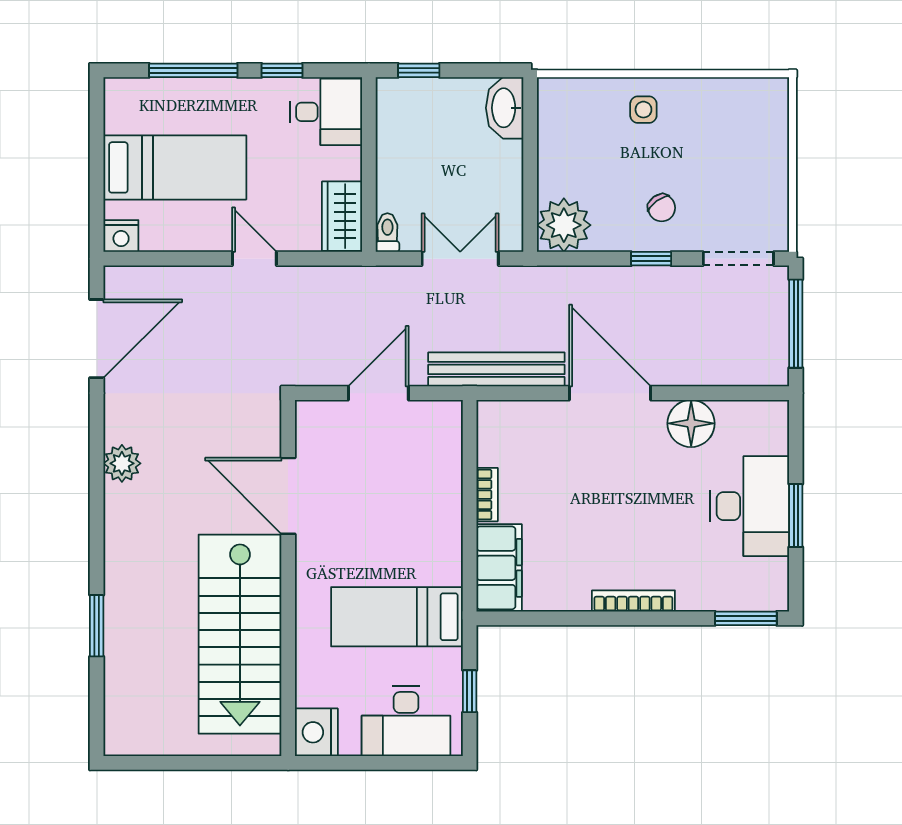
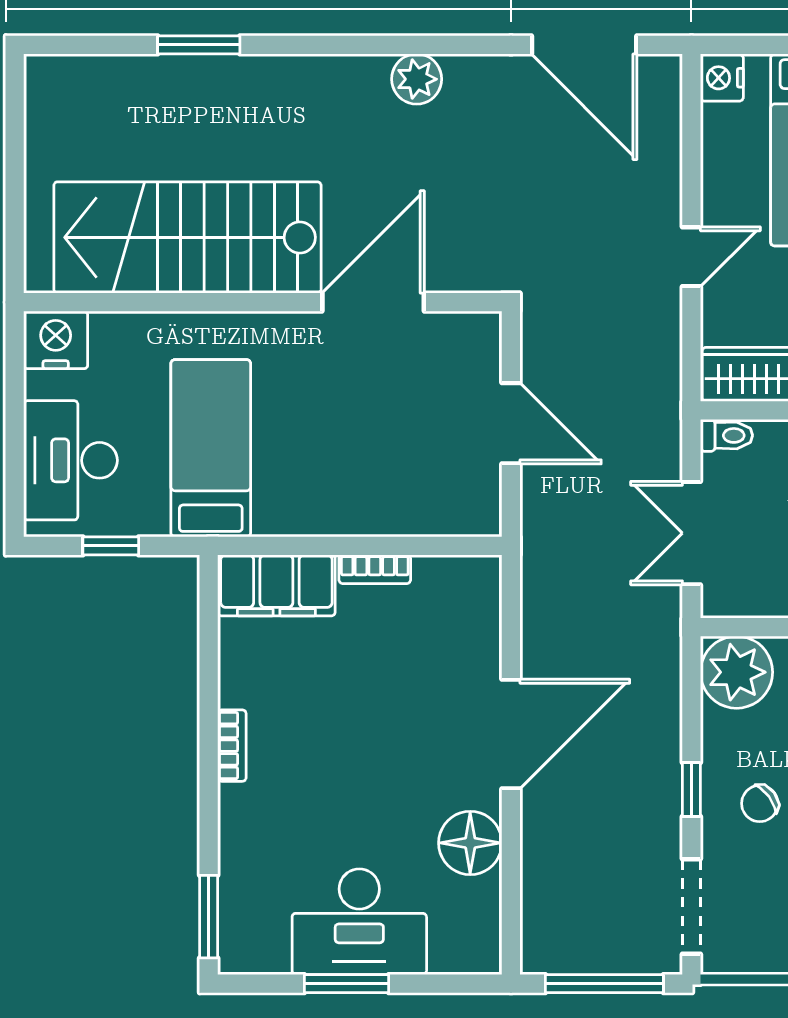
double door: (460, 259) -> (691, 533), swing flipped
bench: (496, 369) -> (543, 582), removed
bookcase: (633, 601) -> (232, 746), width x0.64

